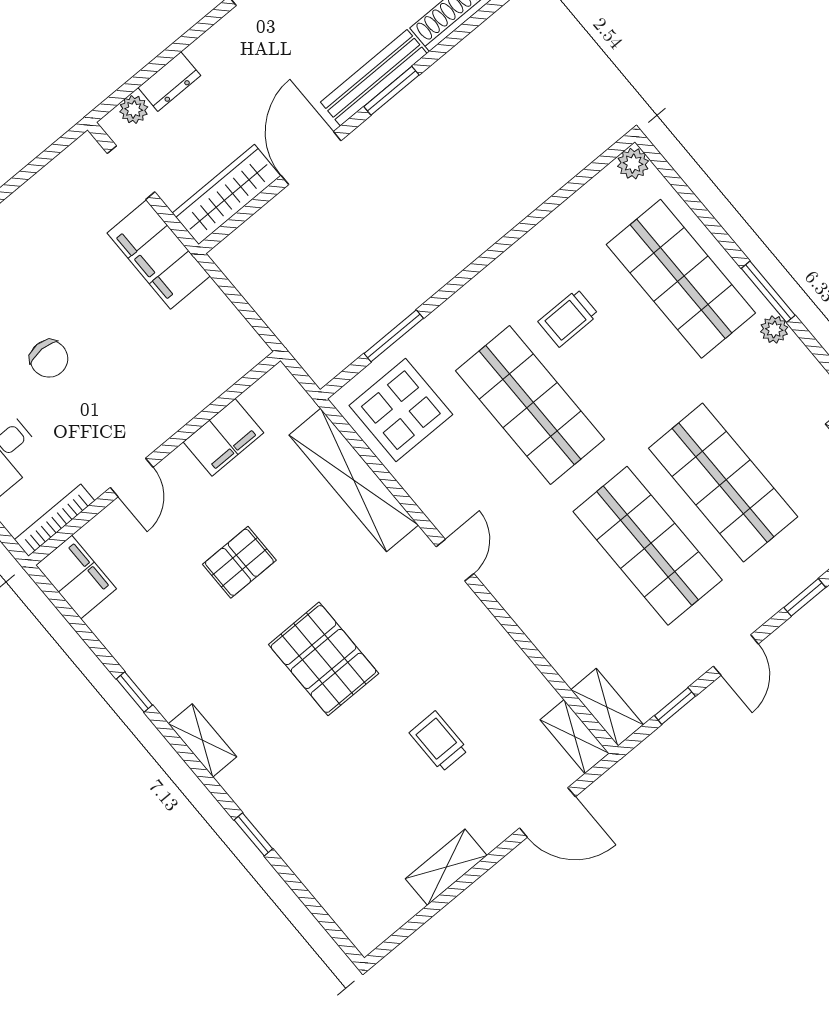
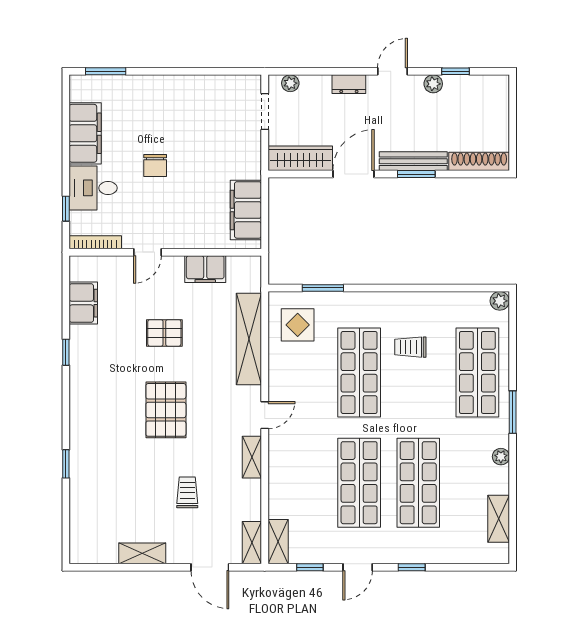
dresser: (169, 82) -> (349, 84), moved
filing cabinet: (159, 254) -> (246, 210), moved
plant: (774, 330) -> (501, 457), moved
display table: (401, 410) -> (298, 325), width x0.73, depth x0.73
filing cabinet: (76, 577) -> (83, 303), moved
shelving: (202, 740) -> (252, 457), moved

